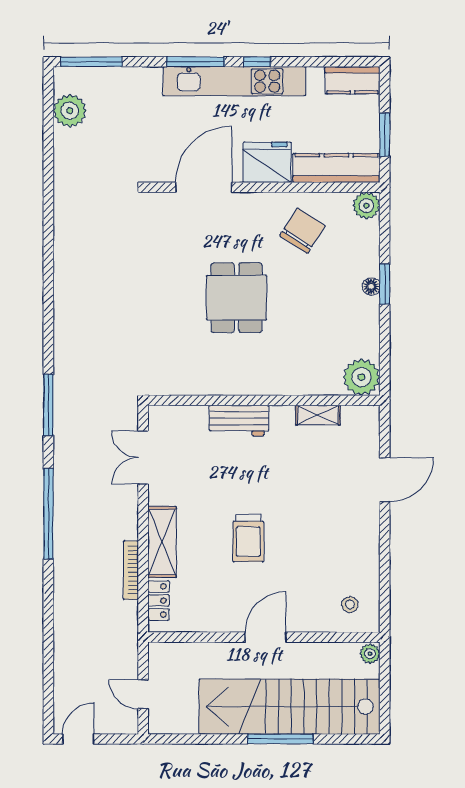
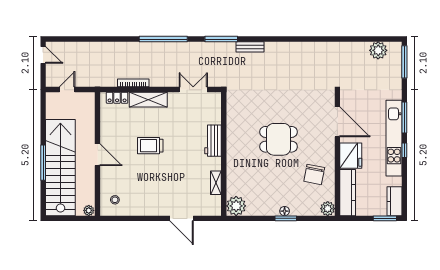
window: (385, 135) -> (385, 218), moved
chair: (302, 231) -> (314, 174), turned 68
bench: (63, 351) -> (250, 47), added

